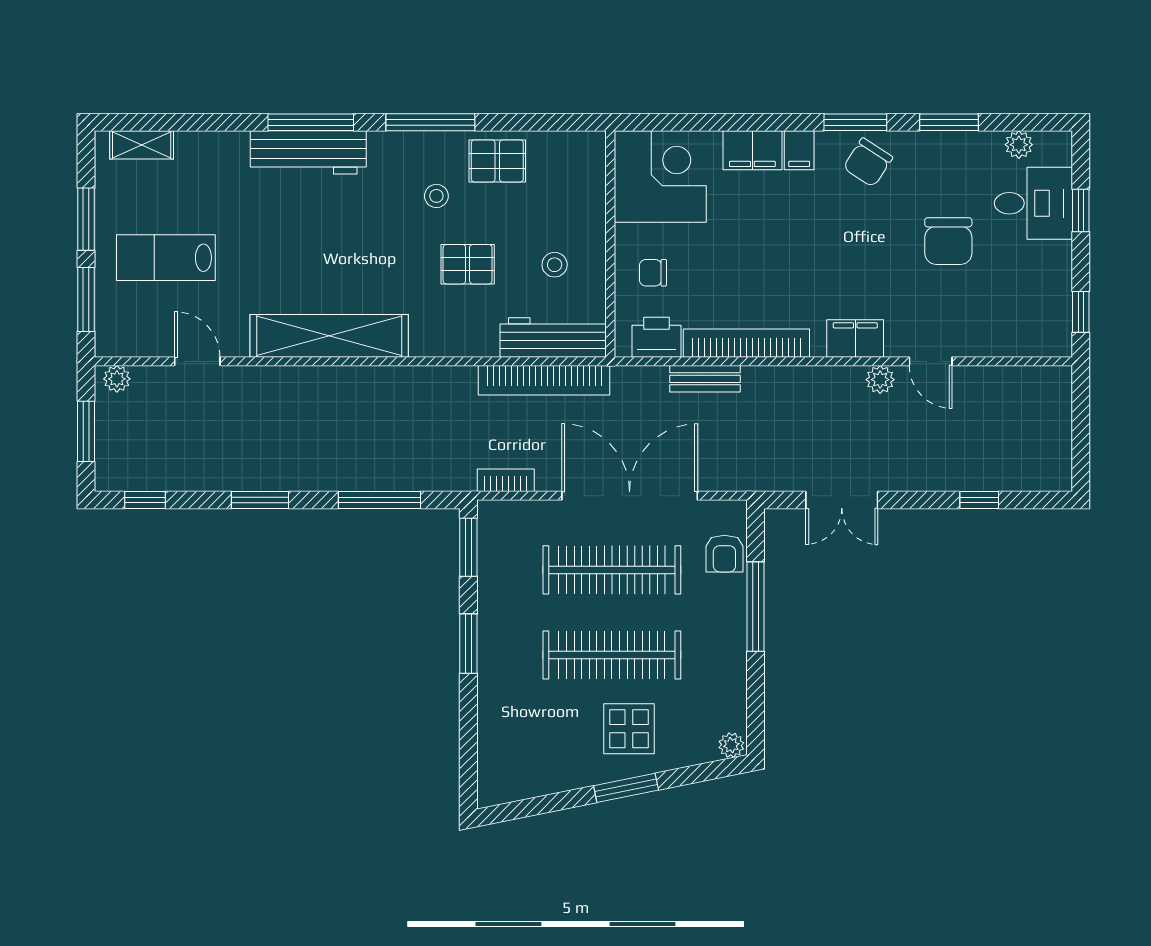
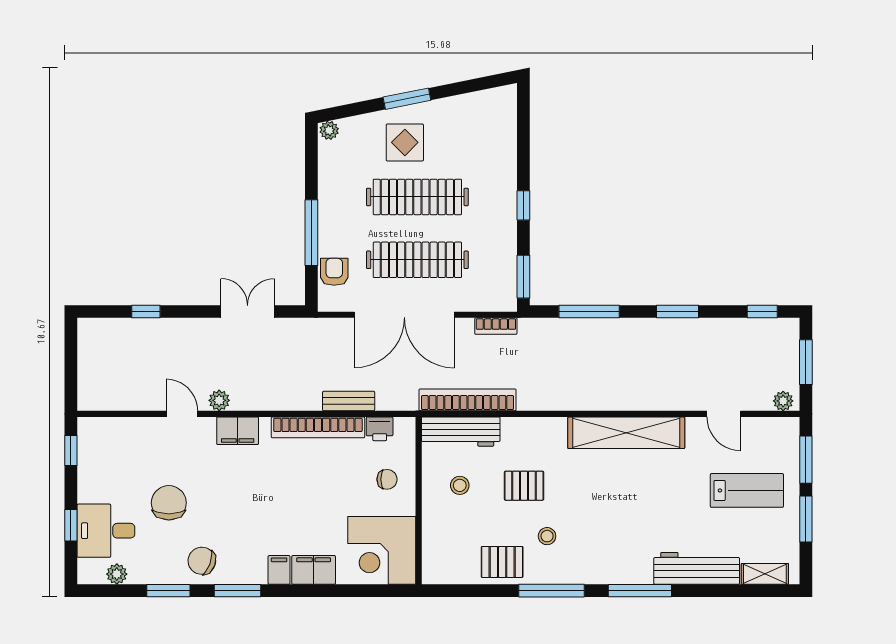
workbench: (308, 152) -> (697, 568), moved
chair: (868, 162) -> (202, 561), moved, turned -103
printer: (656, 337) -> (380, 429), width x0.73, depth x0.81
window: (468, 644) -> (523, 205), width x0.67

